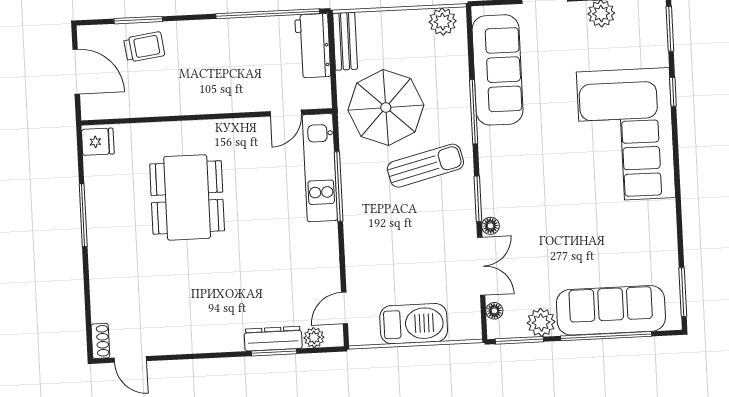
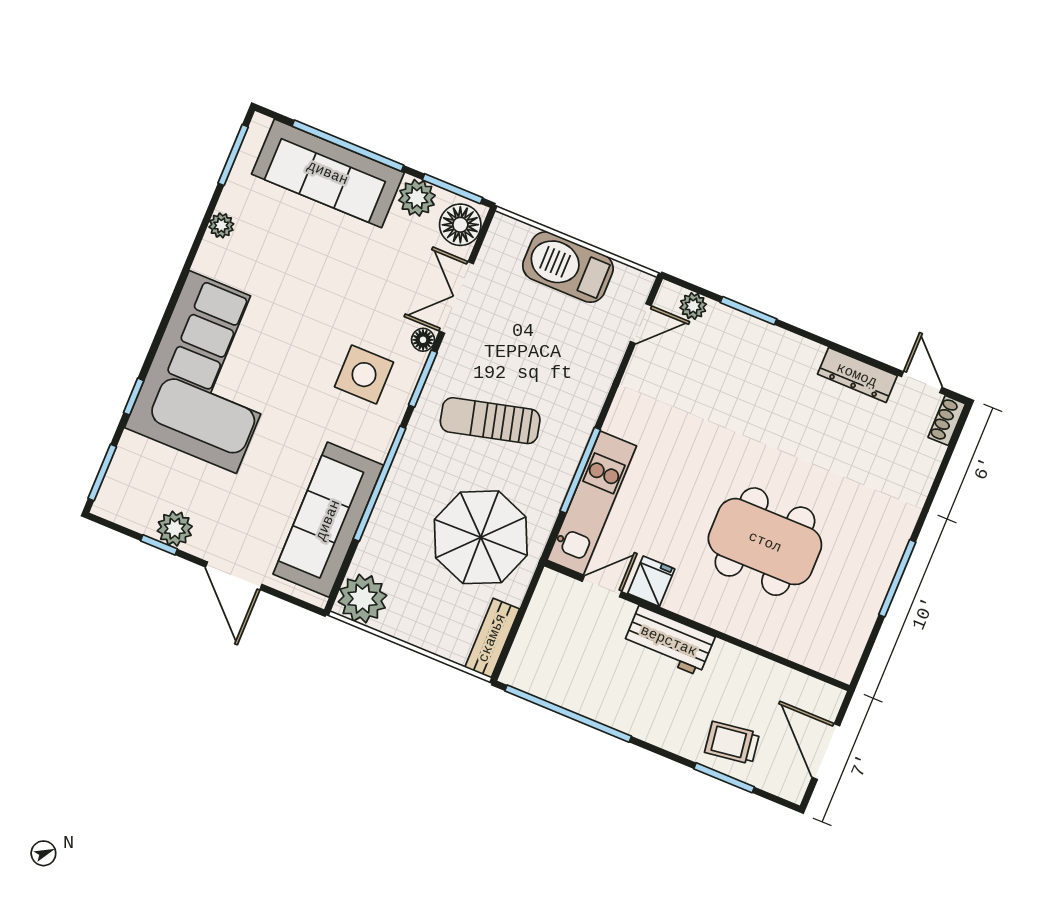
plant: (443, 22) -> (363, 599), width x1.36, depth x1.36
workbench: (313, 46) -> (669, 641), moved, turned 90
window: (474, 112) -> (380, 484), width x1.46
fridge: (98, 142) -> (651, 581), moved, turned 90
sun lounger: (425, 166) -> (490, 421), moved
side table: (520, 182) -> (364, 375), added
dining table: (187, 197) -> (765, 542), turned 90
plant: (668, 239) -> (221, 225), added
floor lamp: (494, 311) -> (460, 225), width x1.89, depth x1.89
dresser: (273, 339) -> (857, 375), moved

